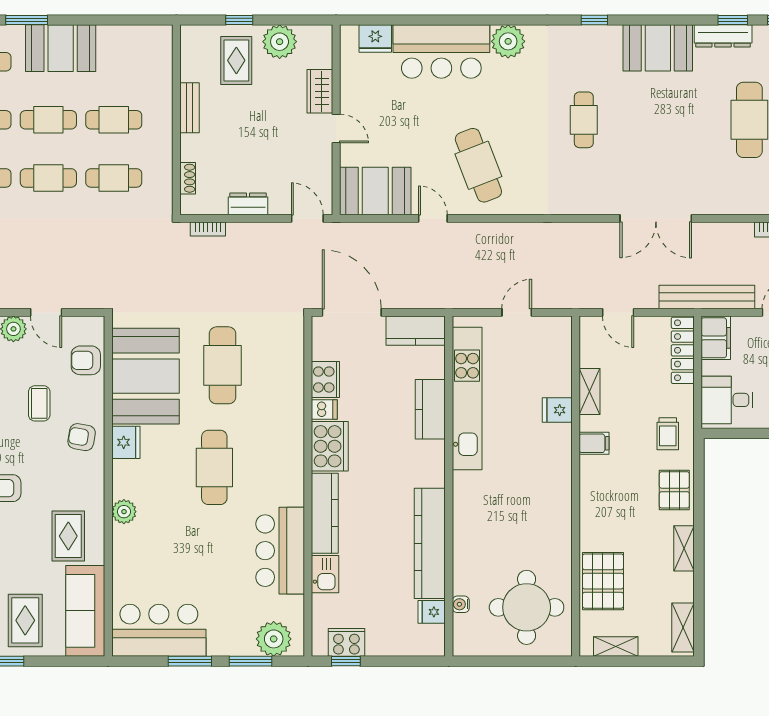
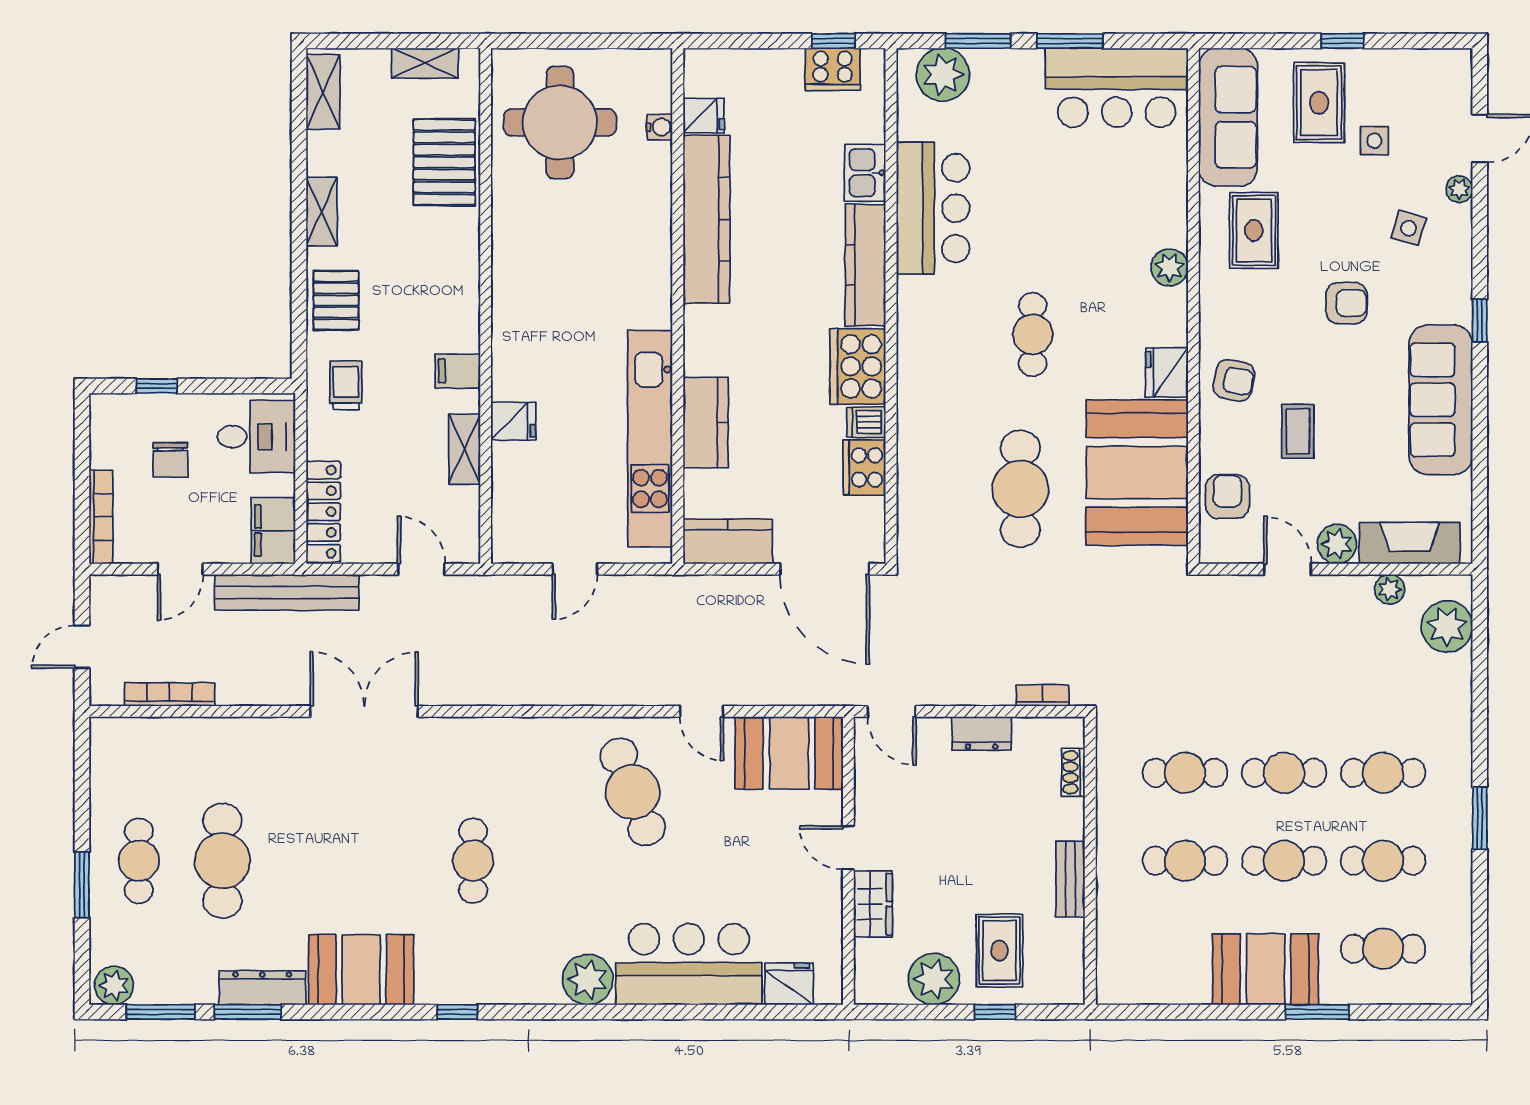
window: (733, 20) -> (248, 1012), width x1.50
armchair: (86, 360) -> (1227, 496), turned -90
cafe table: (214, 467) -> (1033, 334), width x0.73, depth x0.74

